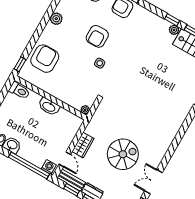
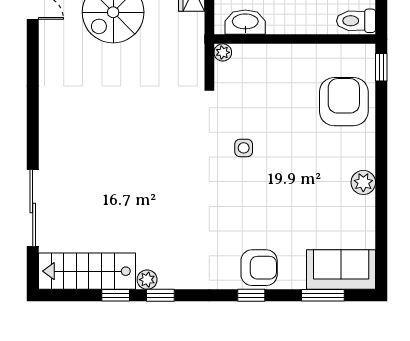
armchair: (97, 36) -> (274, 192), removed
armchair: (45, 59) -> (344, 102), turned 180
washbasin: (49, 107) -> (245, 22), moved

